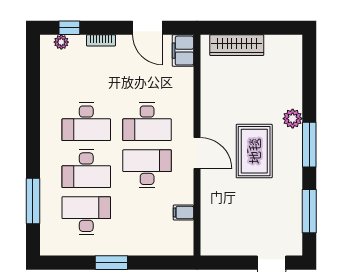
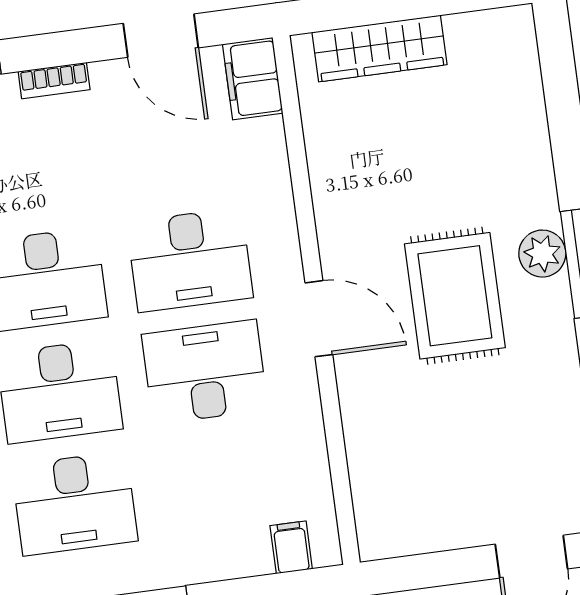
plant: (293, 119) -> (542, 254), moved
filing cabinet: (183, 212) -> (291, 547), moved, turned 90
desk: (86, 216) -> (75, 503), turned 180

